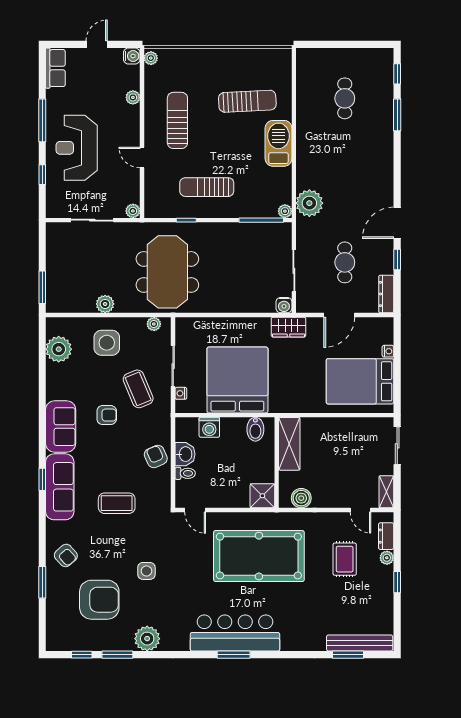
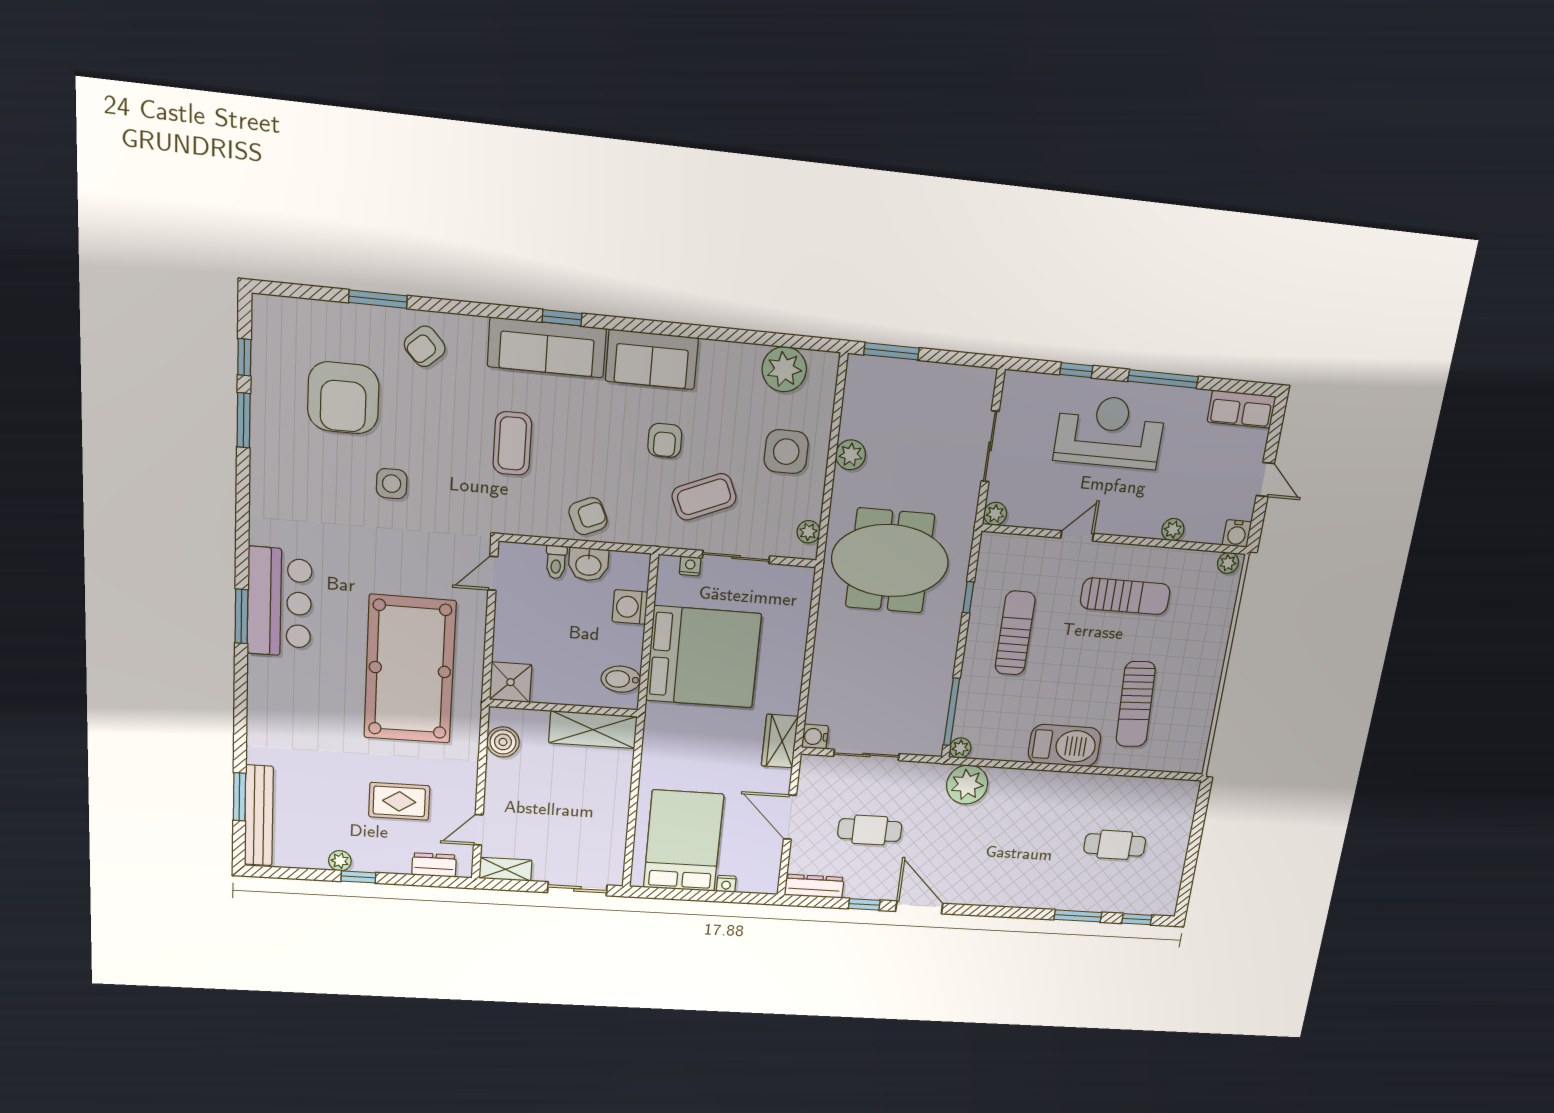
plant: (387, 558) -> (340, 861), moved
bar counter: (235, 633) -> (279, 602), width x0.73
plant: (147, 639) -> (272, 474), removed

